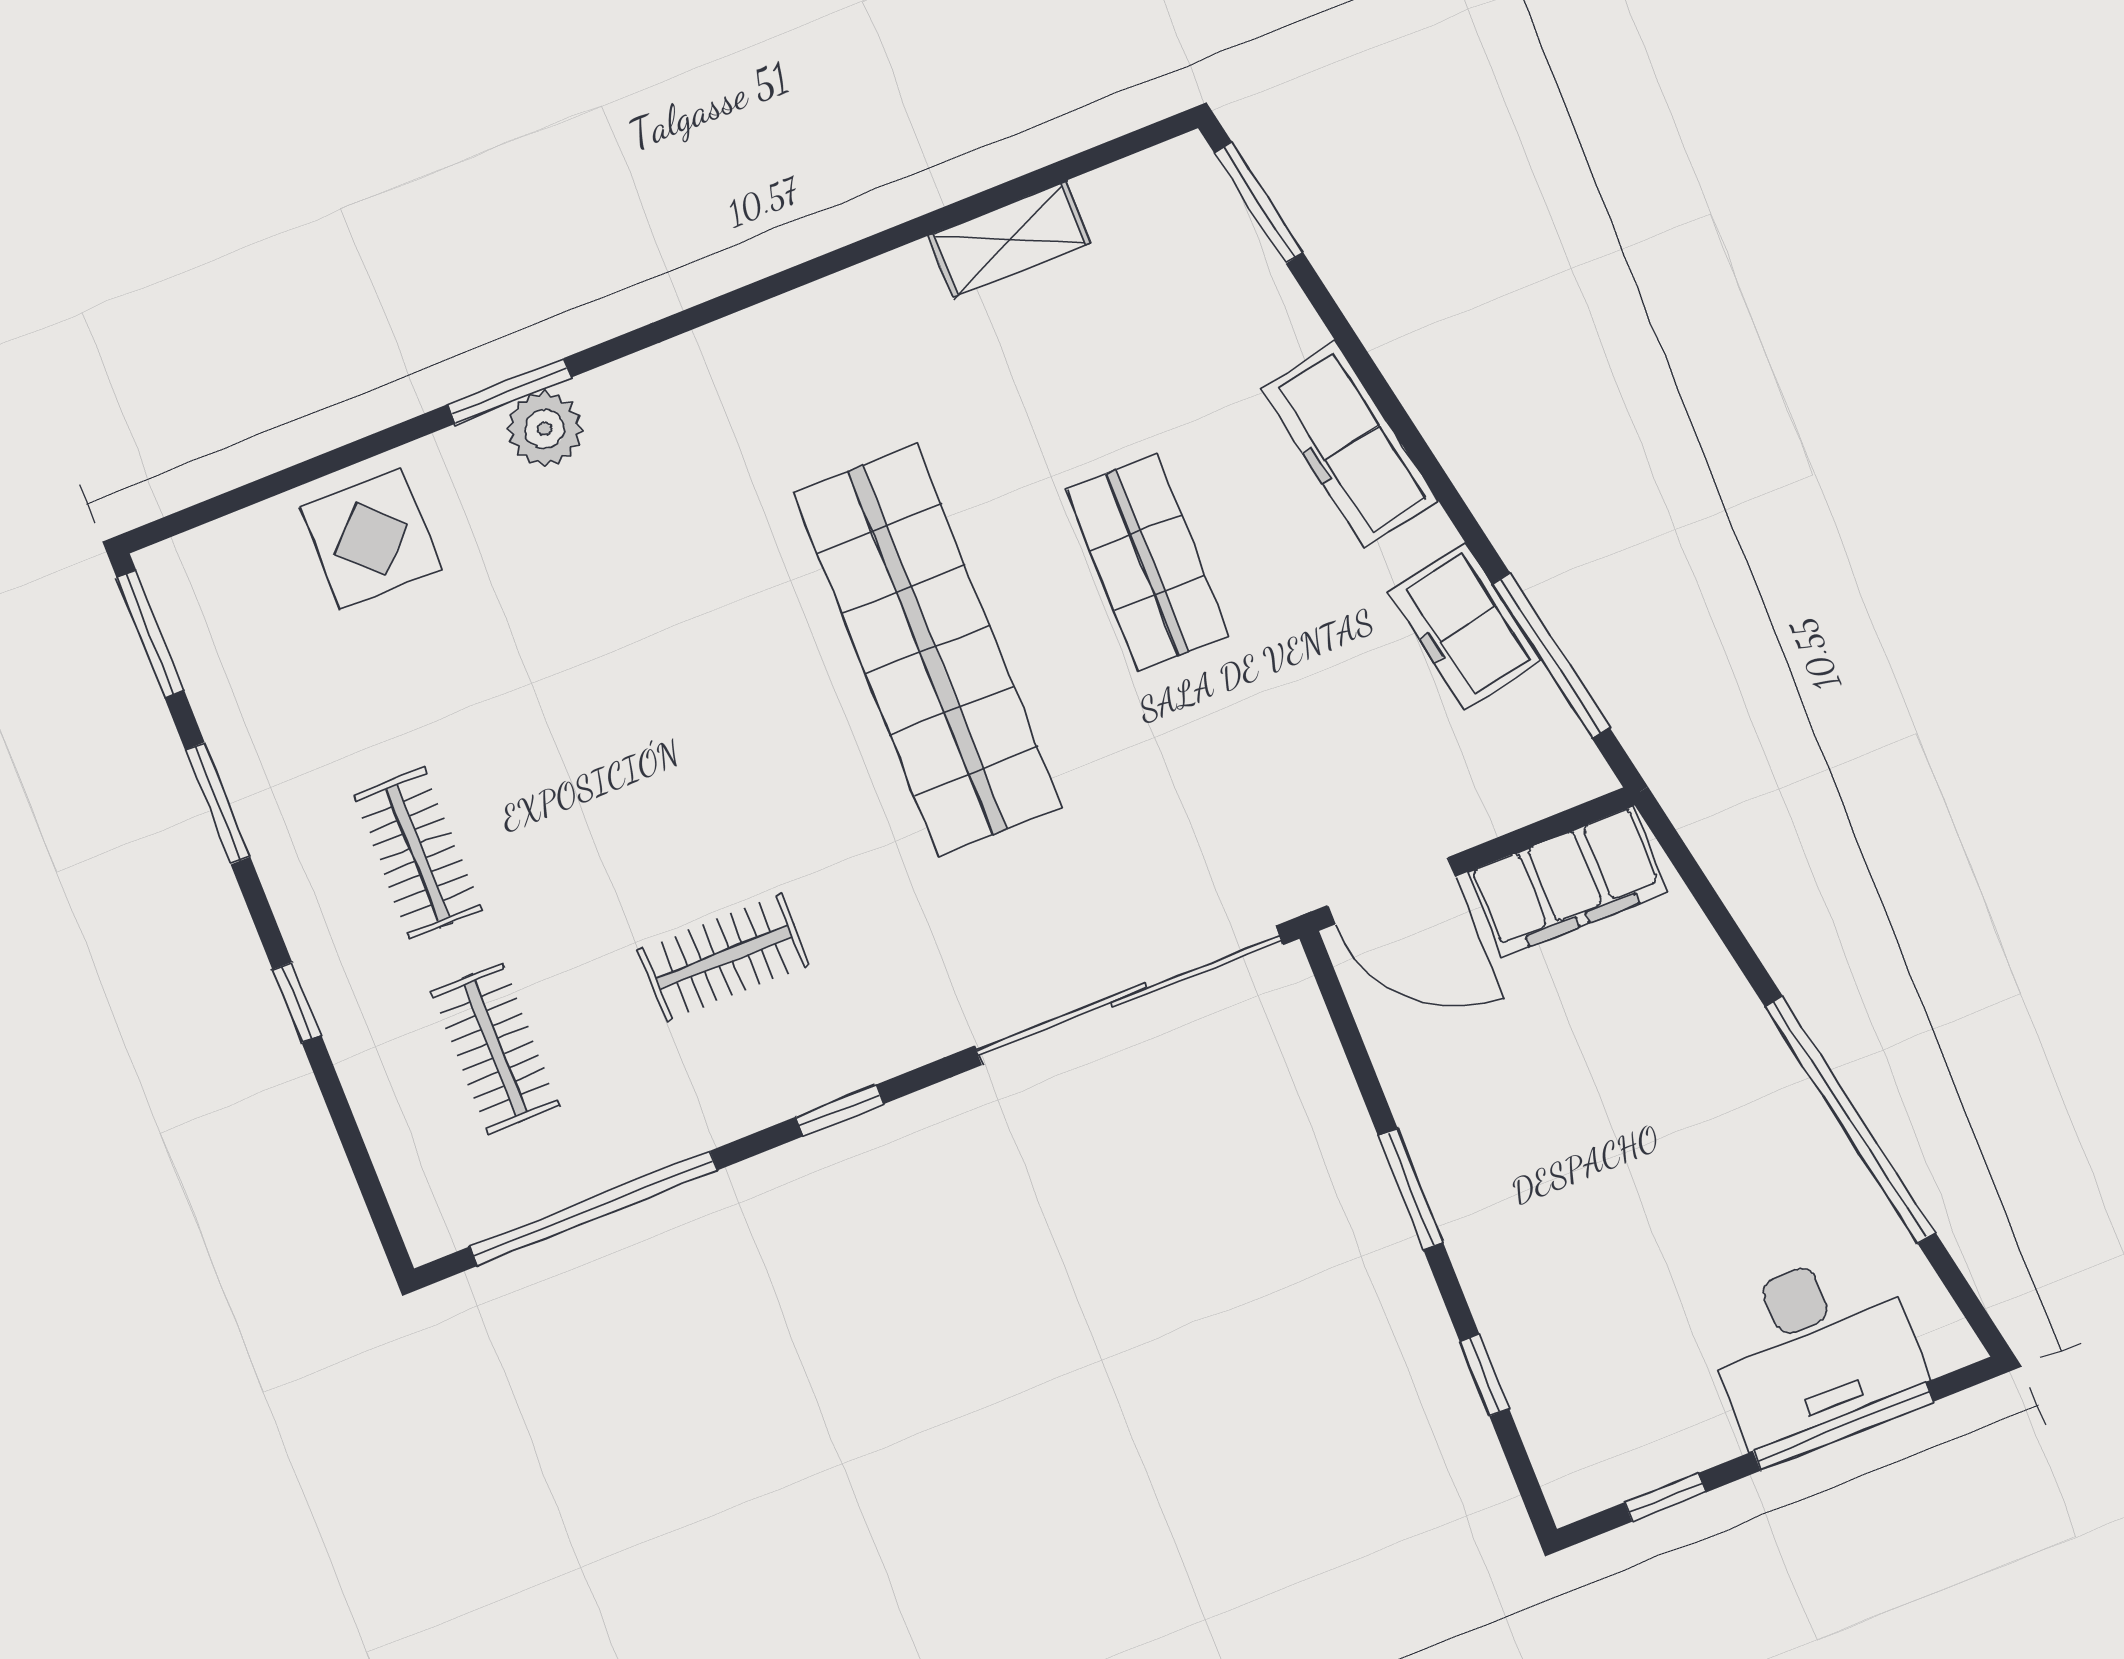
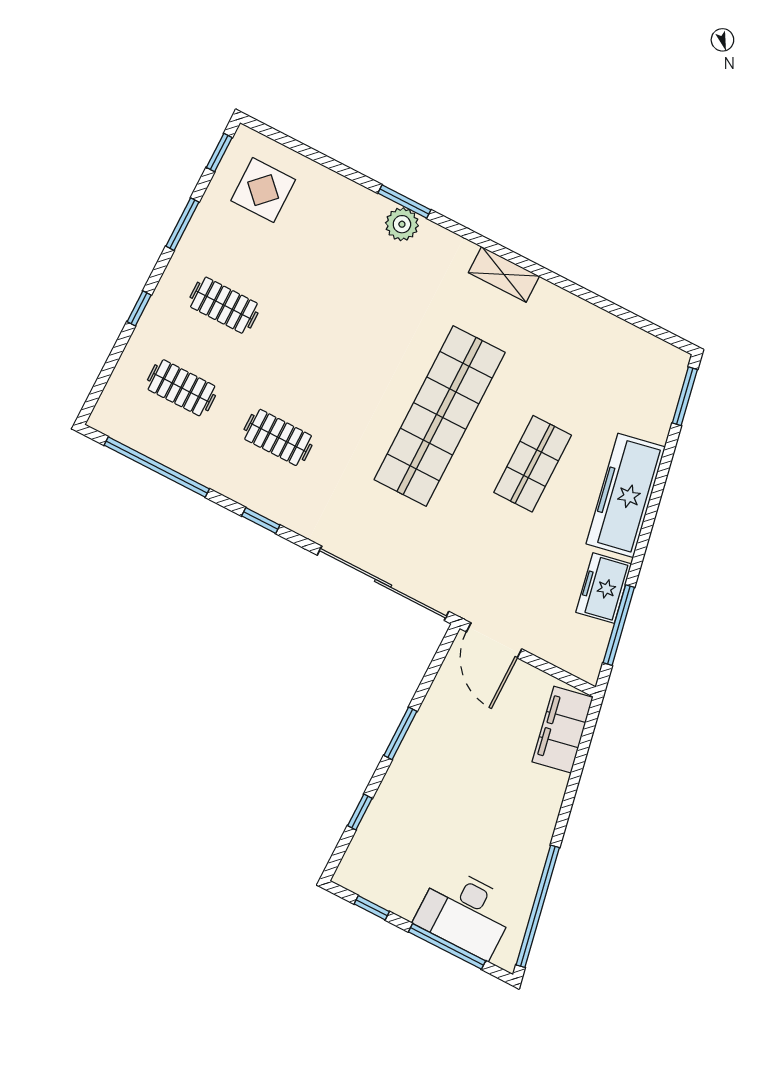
shelving: (1010, 239) -> (504, 274), moved
freezer: (1349, 445) -> (626, 495), width x1.36, depth x1.26
display table: (371, 539) -> (263, 190), moved
window: (150, 634) -> (219, 153), width x0.67
clothes rail: (418, 853) -> (224, 305), turned 90
filing cabinet: (1567, 882) -> (563, 730), moved, turned 79
clothes rail: (495, 1048) -> (181, 388), turned 90
window: (1850, 1120) -> (538, 906), moved

